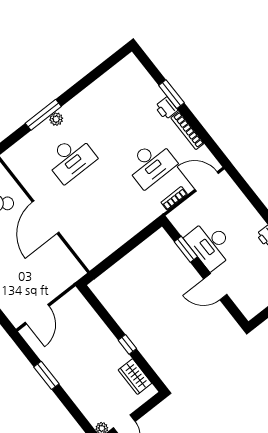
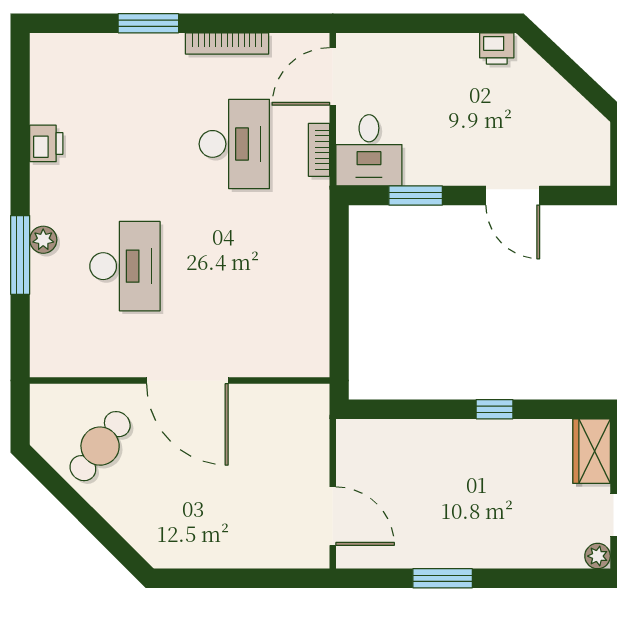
printer: (166, 108) -> (46, 143), moved, turned -90
desk: (210, 245) -> (369, 150), moved, width x0.73
door: (215, 287) -> (513, 195), hinge flipped
wardrobe: (135, 377) -> (592, 451), moved, turned 90

